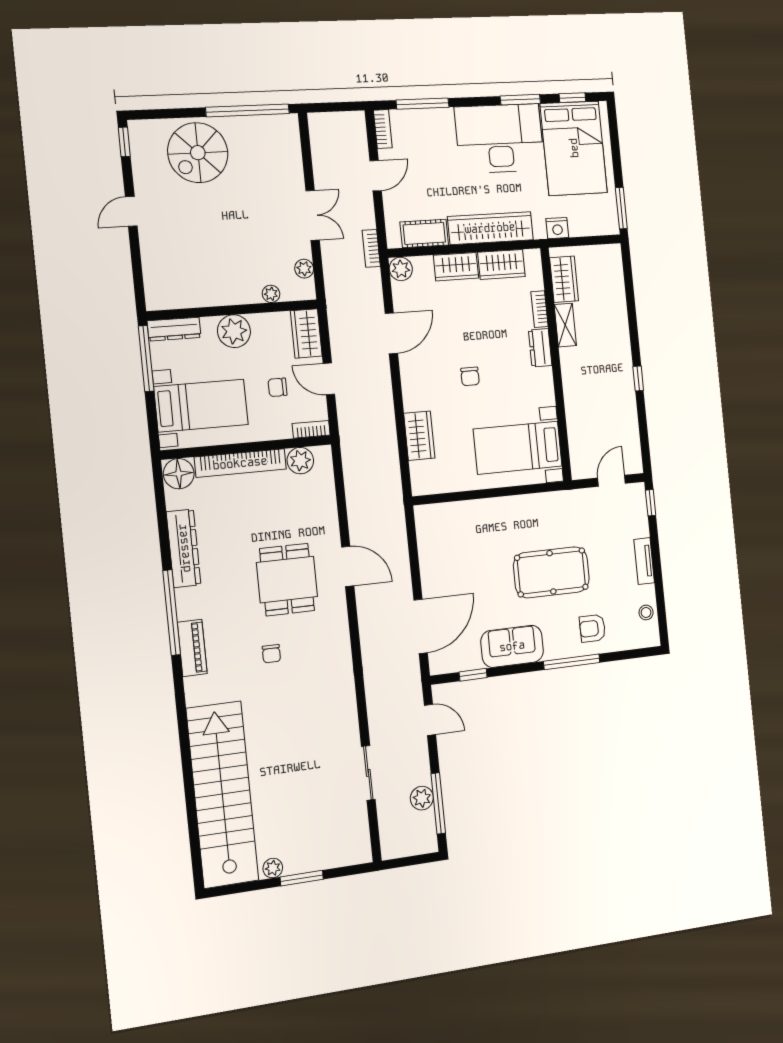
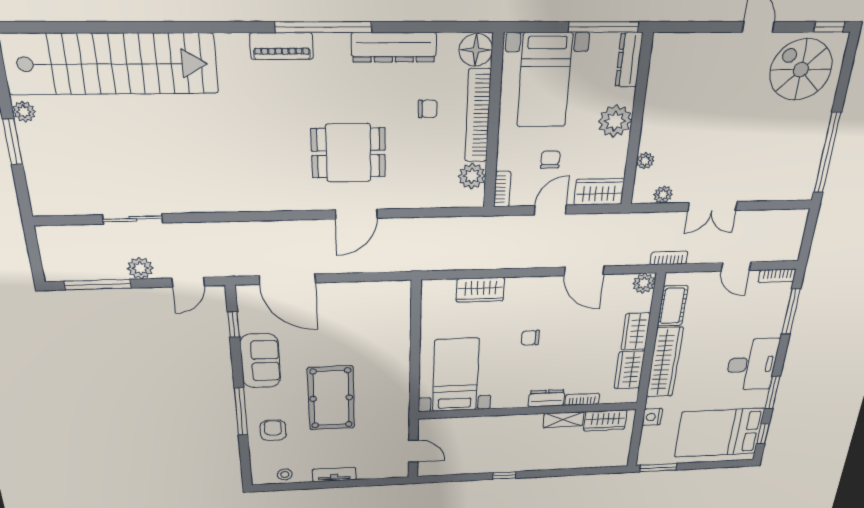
desk: (500, 138) -> (752, 365), width x0.73, depth x0.77
spiral stairs: (198, 153) -> (801, 70), moved
window: (651, 503) -> (389, 481), removed
chair: (271, 654) -> (428, 109), moved, turned 180
plant: (422, 798) -> (140, 268), moved

